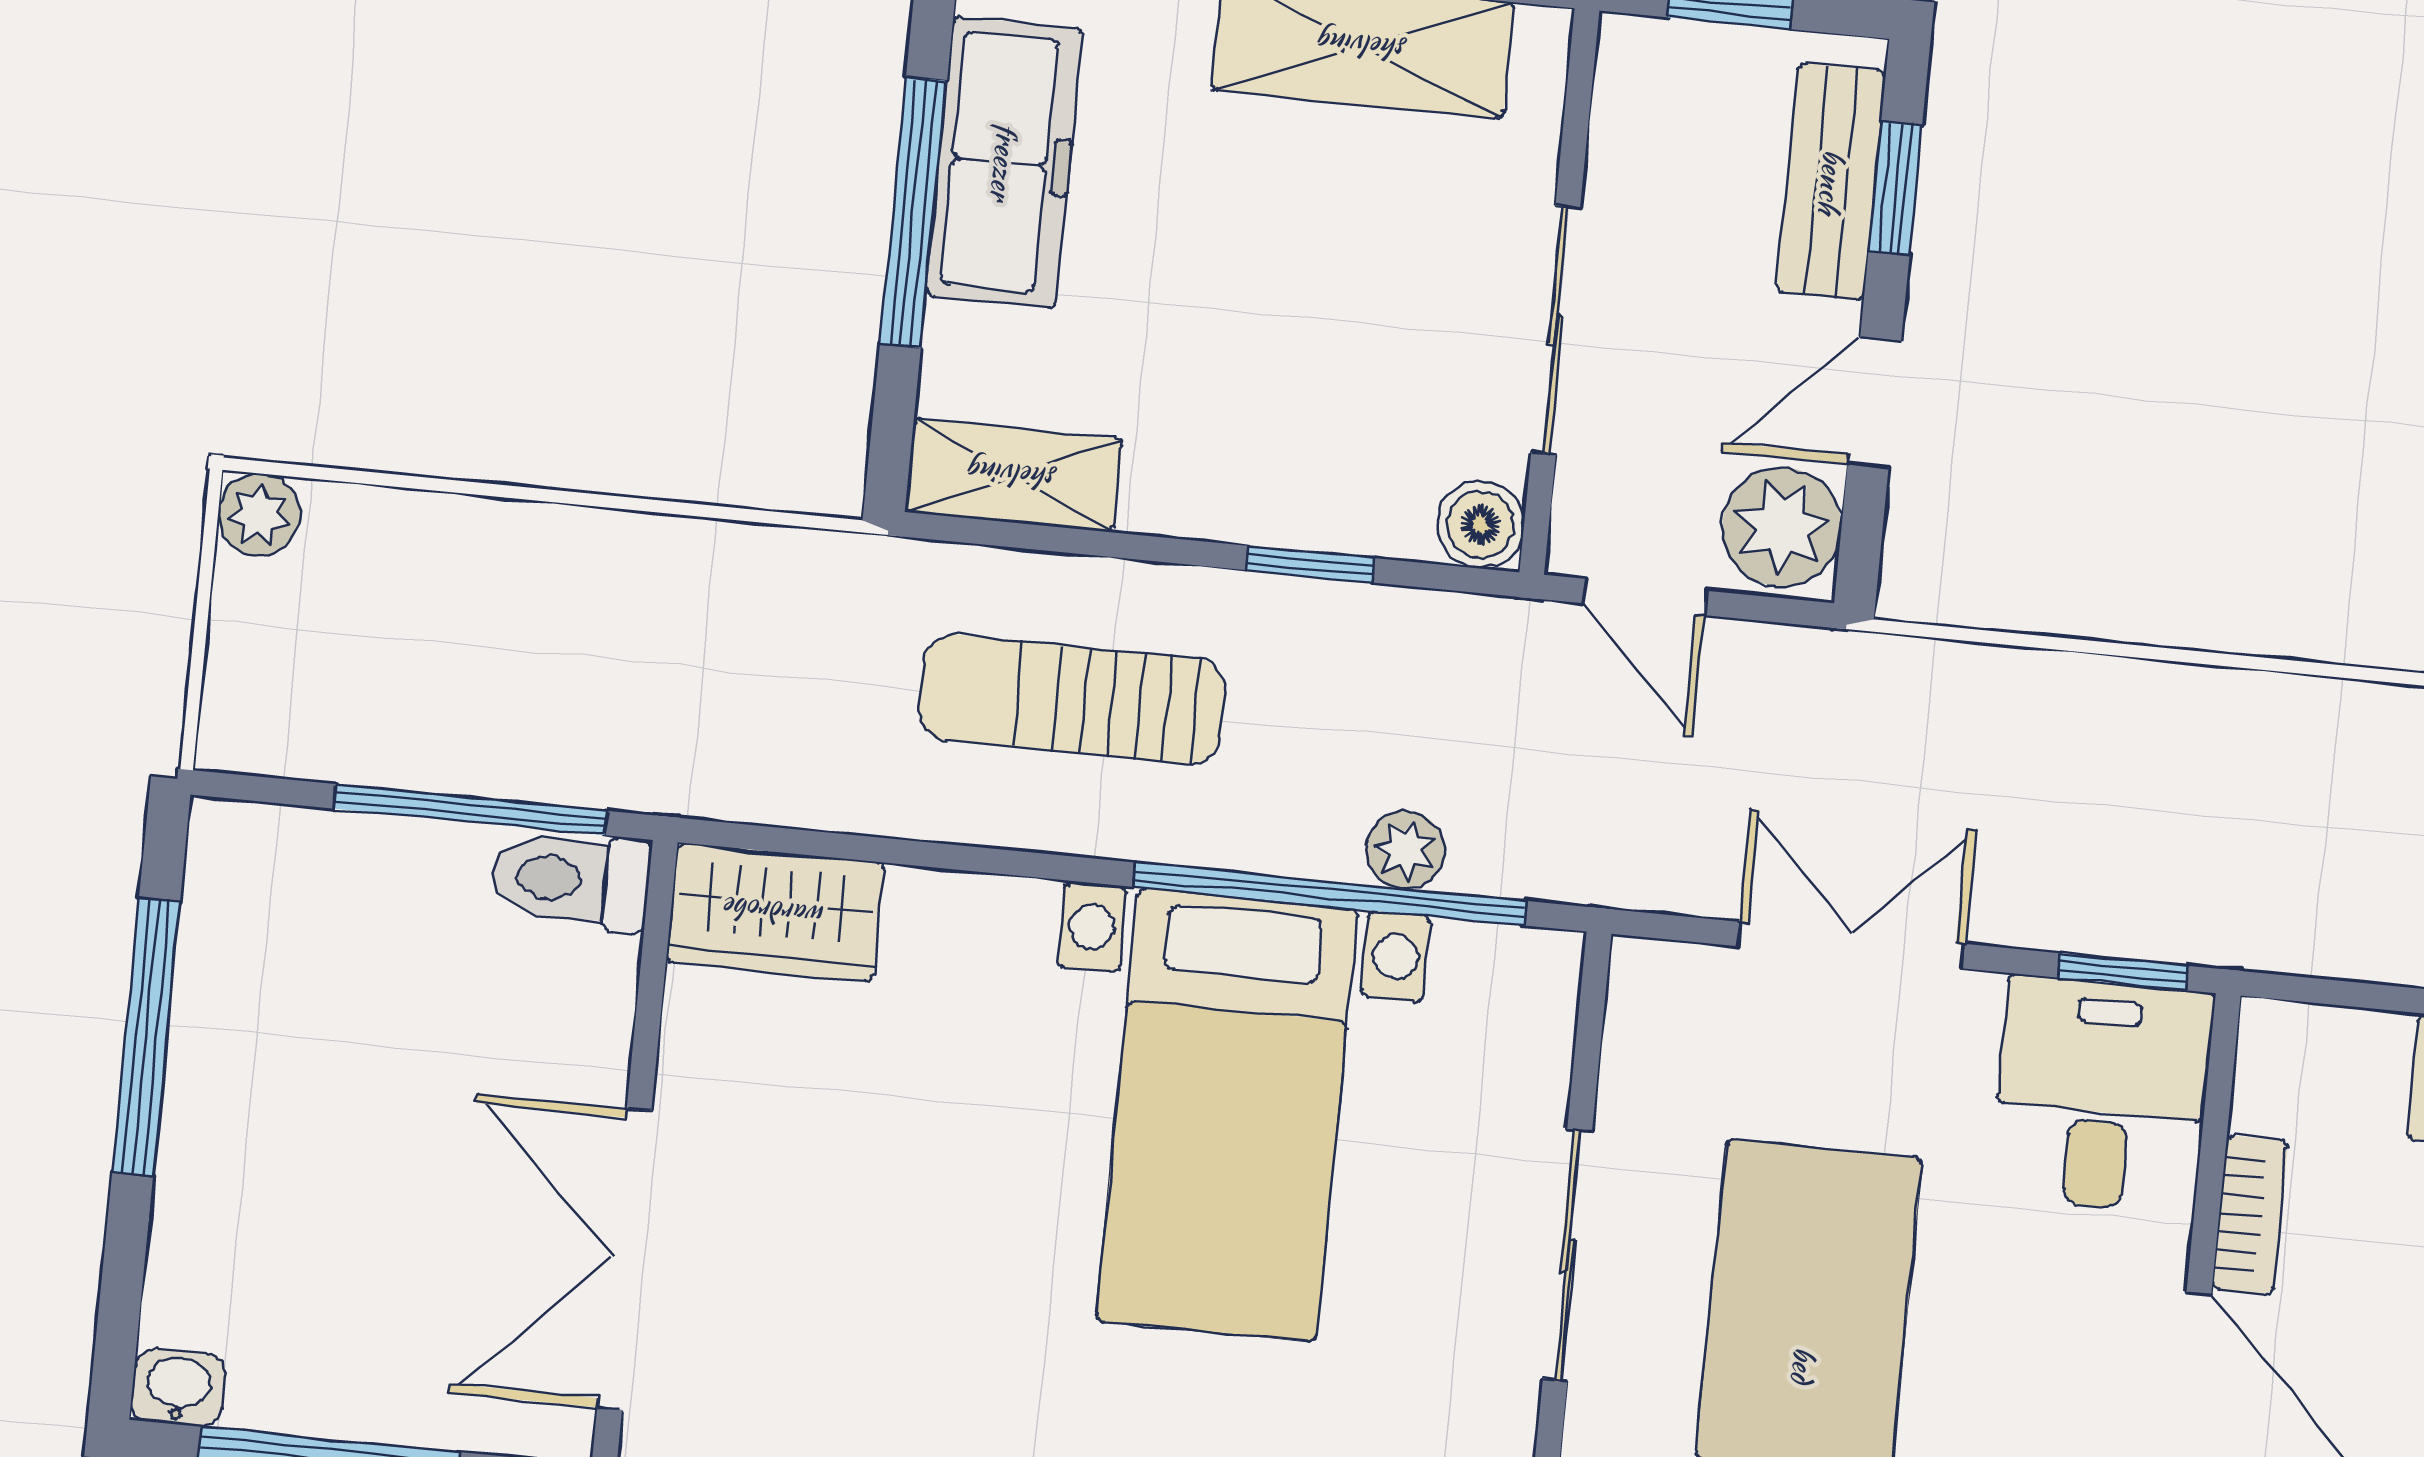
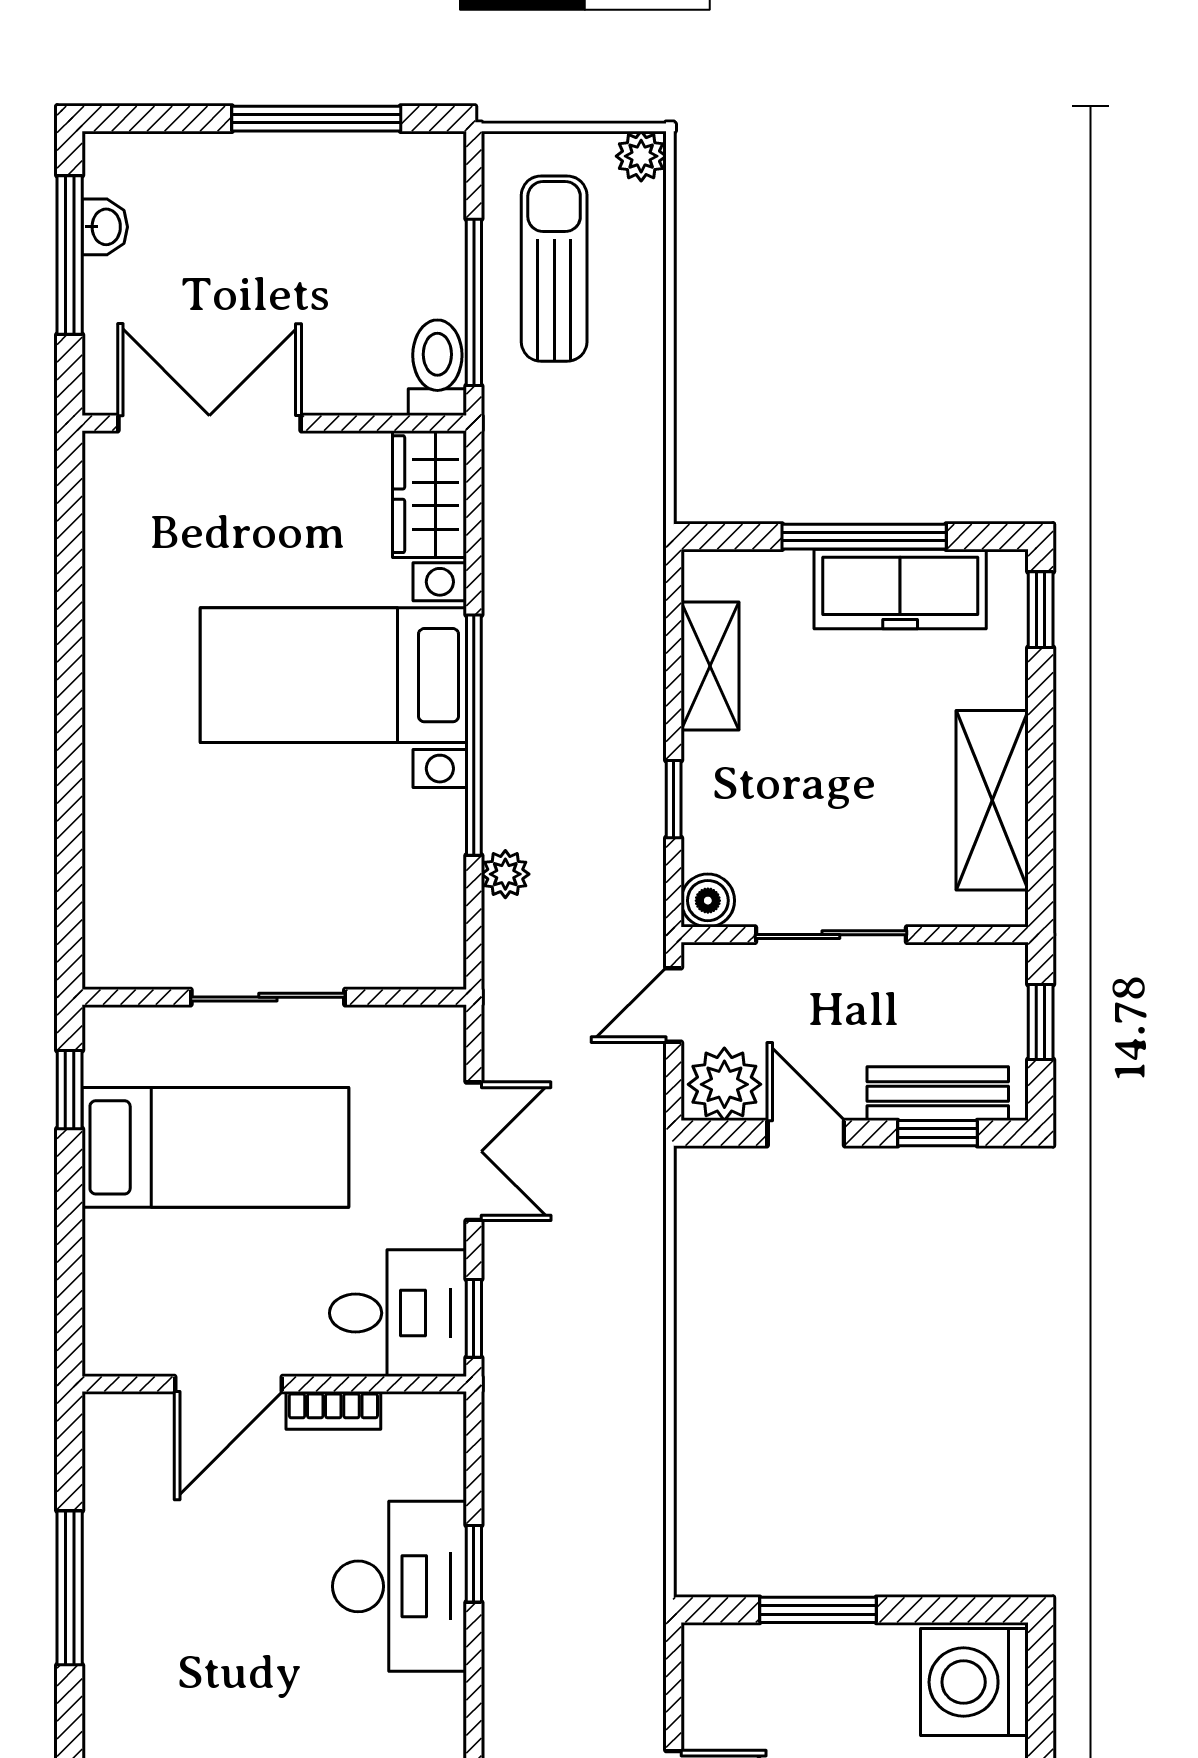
shelving: (1013, 475) -> (710, 666), moved
sun lounger: (1072, 700) -> (554, 269), moved
window: (1329, 894) -> (474, 735), moved
bed with nightstands: (1227, 1115) -> (333, 675), moved
washbasin: (178, 1387) -> (105, 227), moved

